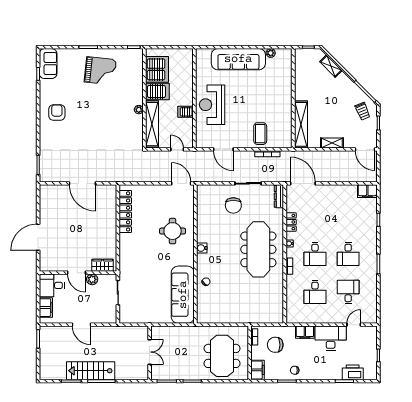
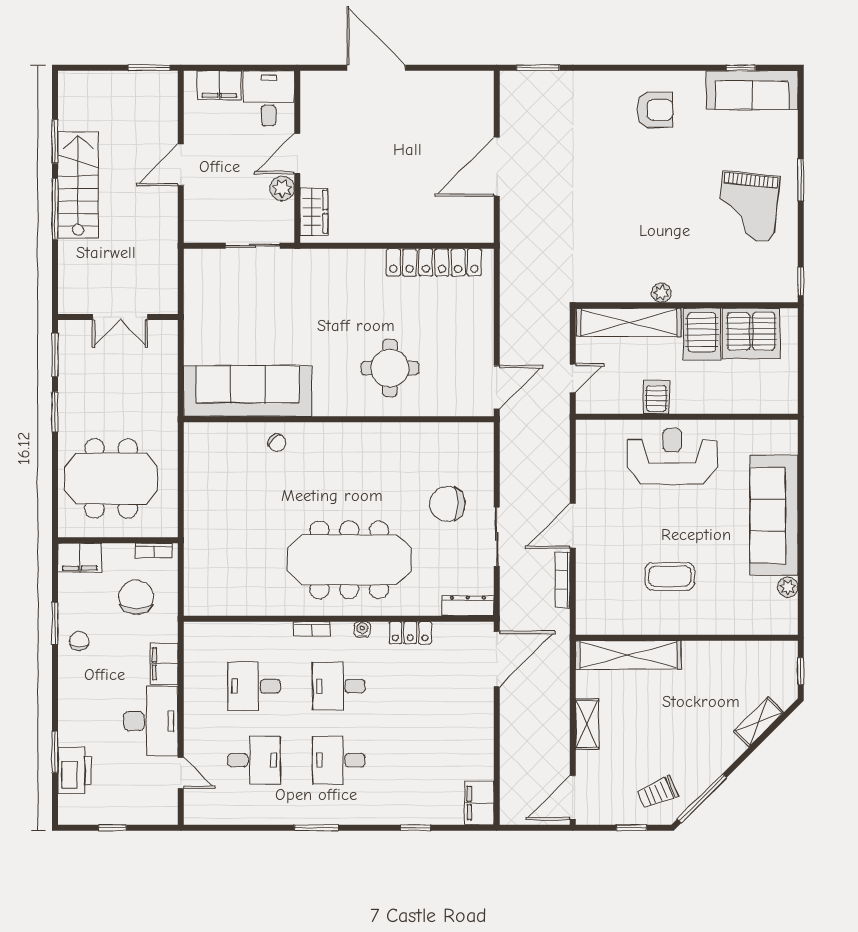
sofa: (48, 64) -> (752, 90), width x1.36
coffee table: (260, 134) -> (670, 576), moved
door: (223, 149) -> (573, 526), moved
water cooler: (202, 248) -> (352, 433), removed

